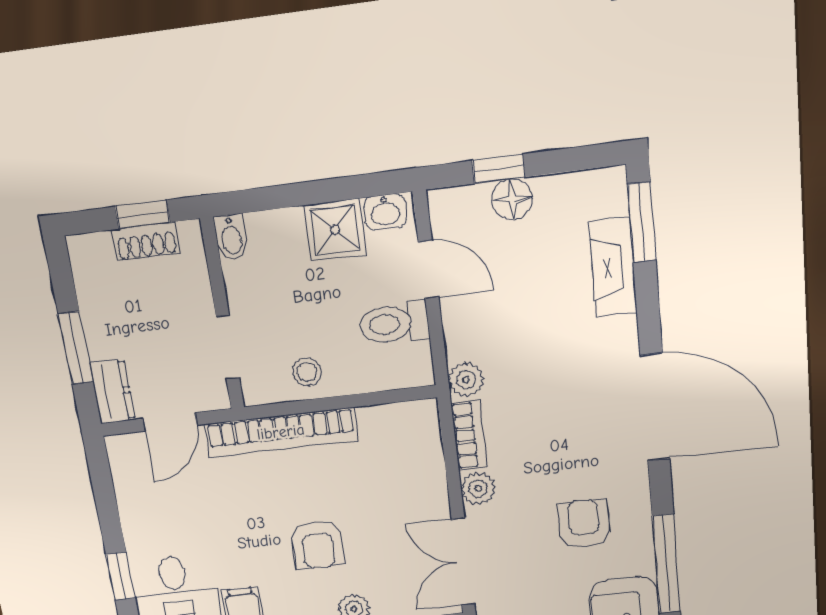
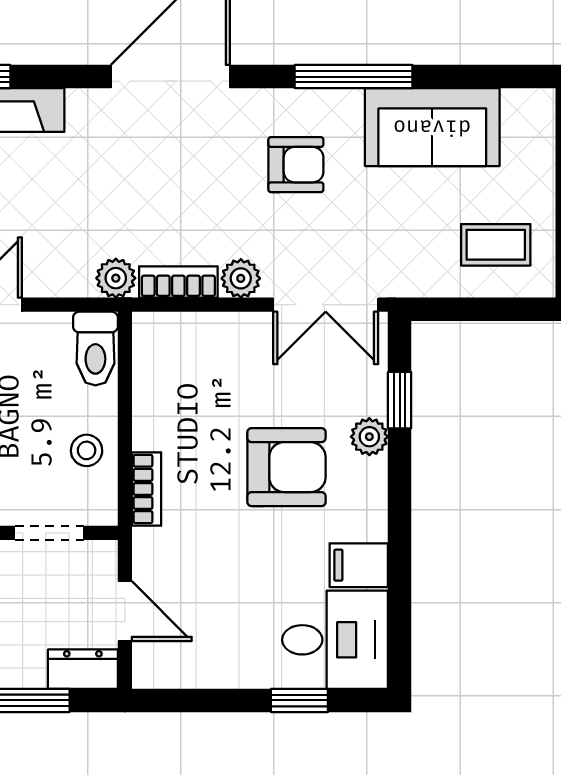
toilet: (394, 323) -> (95, 349), moved
bookcase: (281, 432) -> (147, 489), width x0.43, depth x0.76
armchair: (584, 524) -> (296, 165), turned 180
armchair: (318, 544) -> (286, 467), width x1.38, depth x1.38

